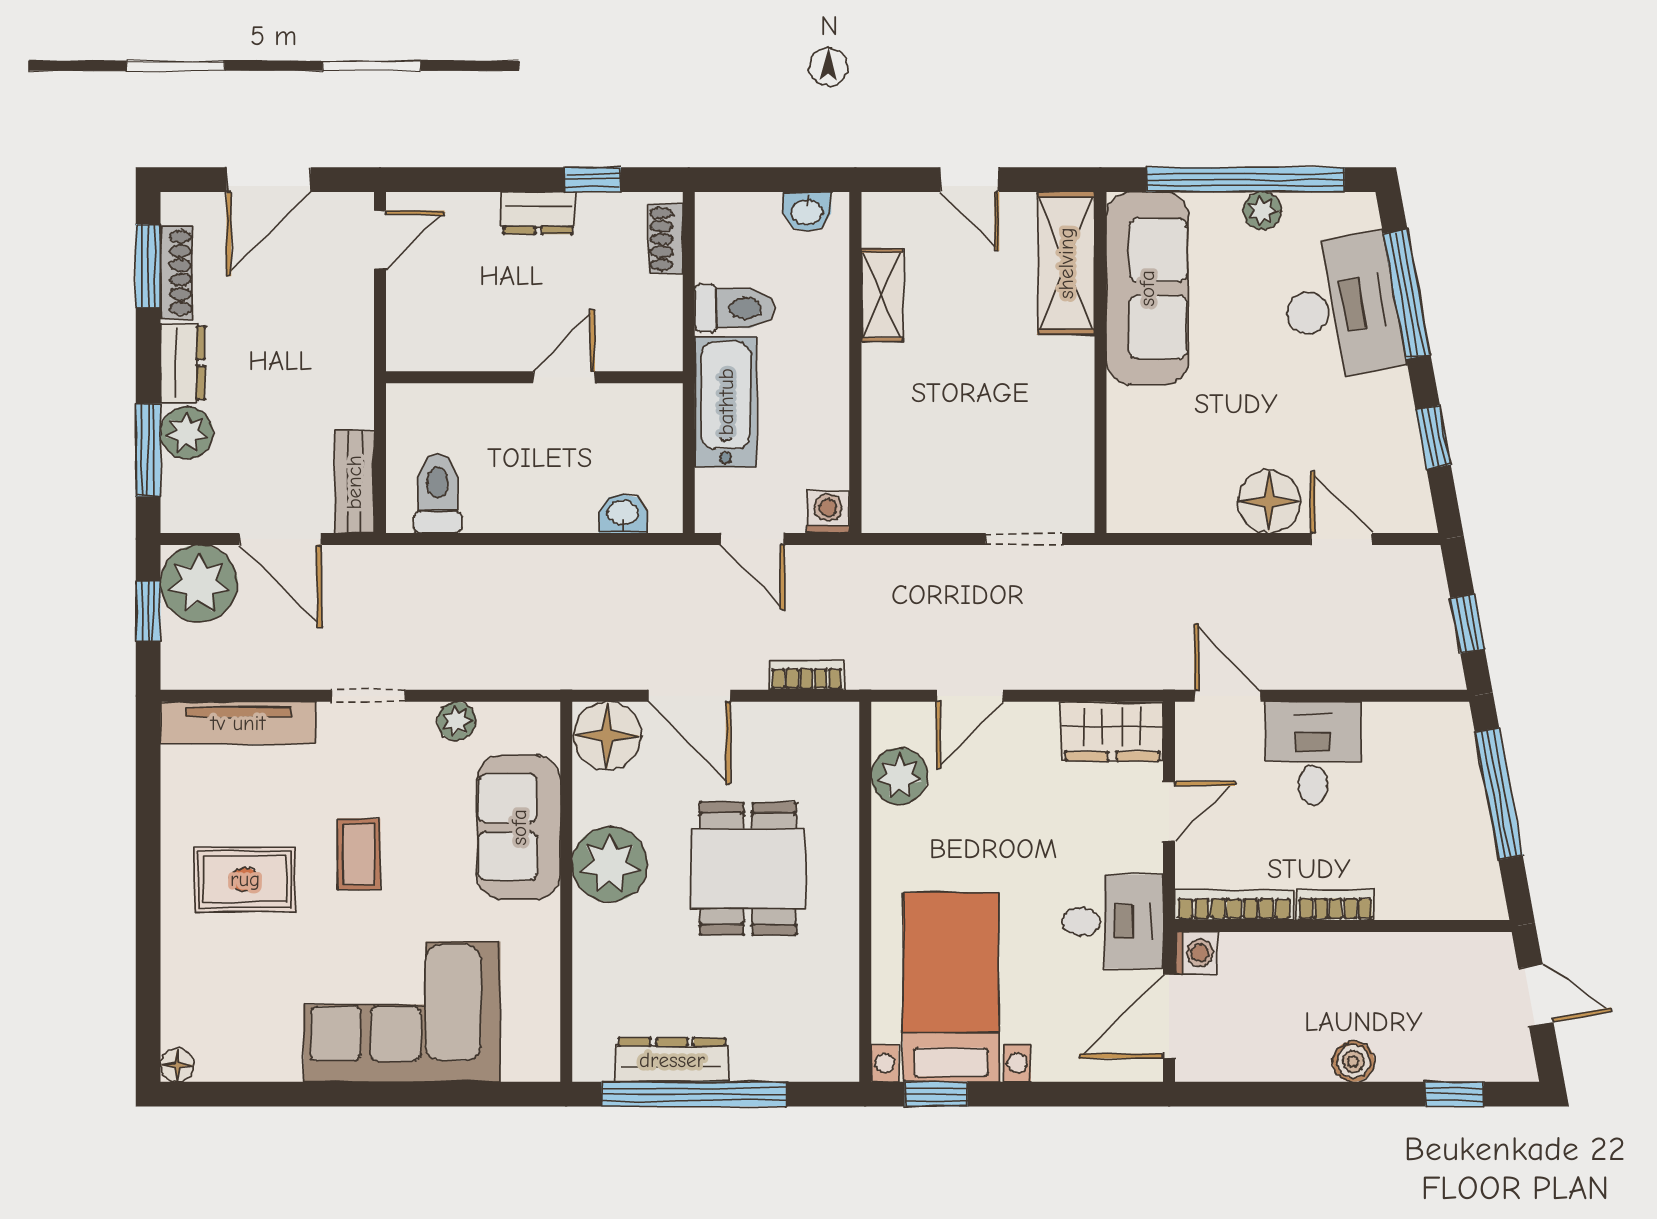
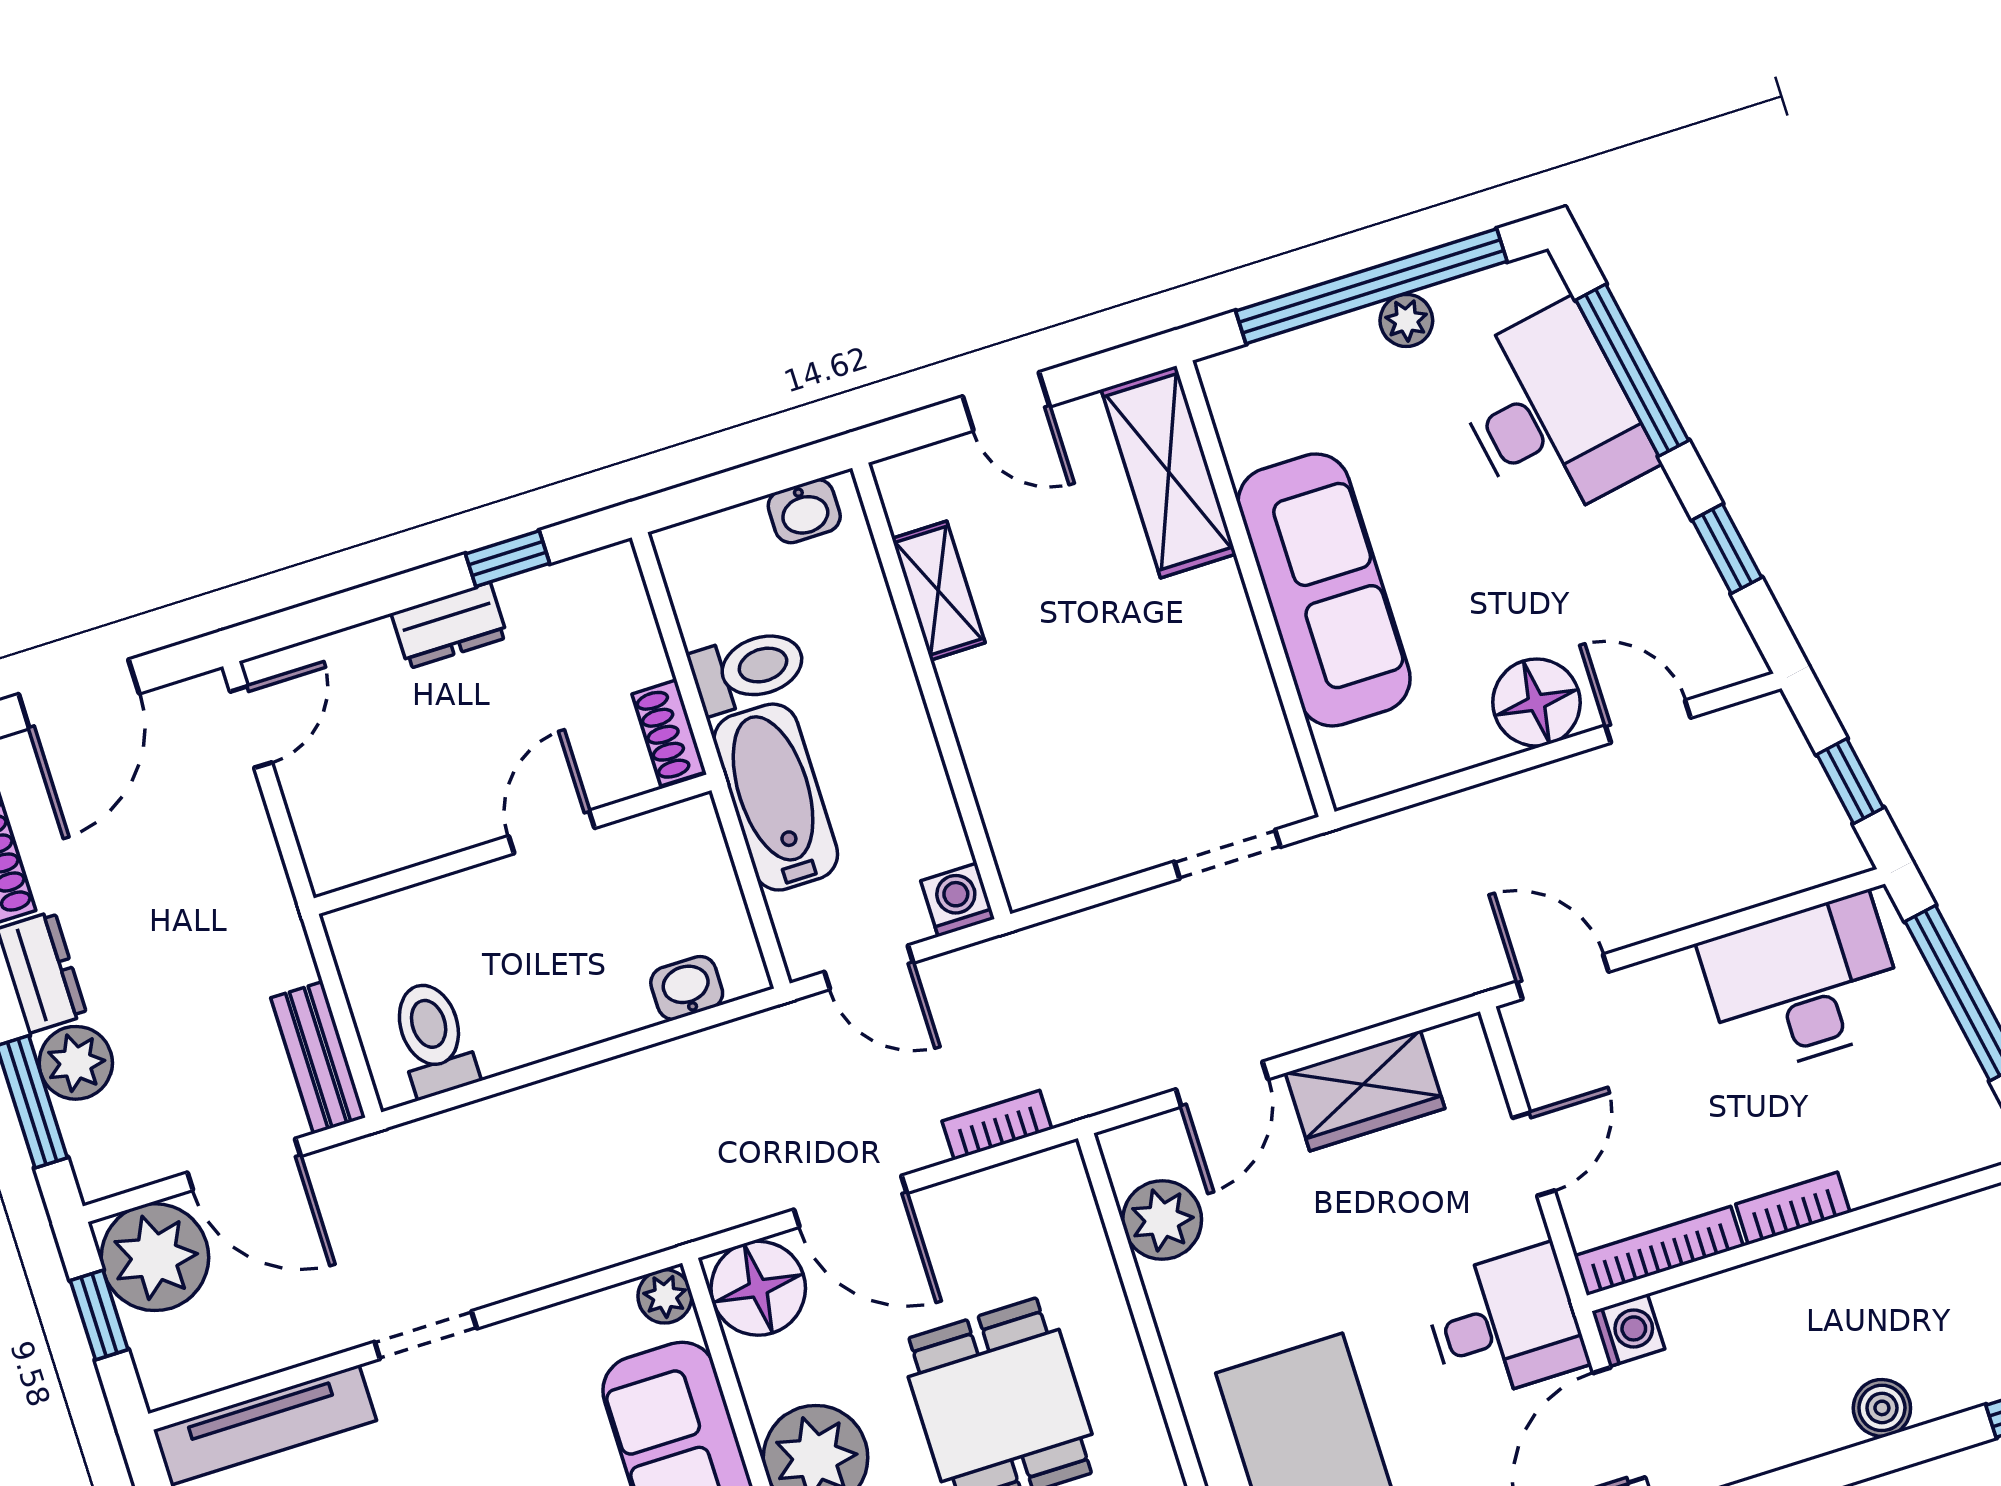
shoe rack: (666, 239) -> (669, 733), moved
sofa: (1147, 288) -> (1324, 590), moved
plant: (457, 721) -> (665, 1296), moved
wardrobe: (1112, 731) -> (1365, 1091), moved
desk: (1313, 753) -> (1803, 984), moved, width x1.37

